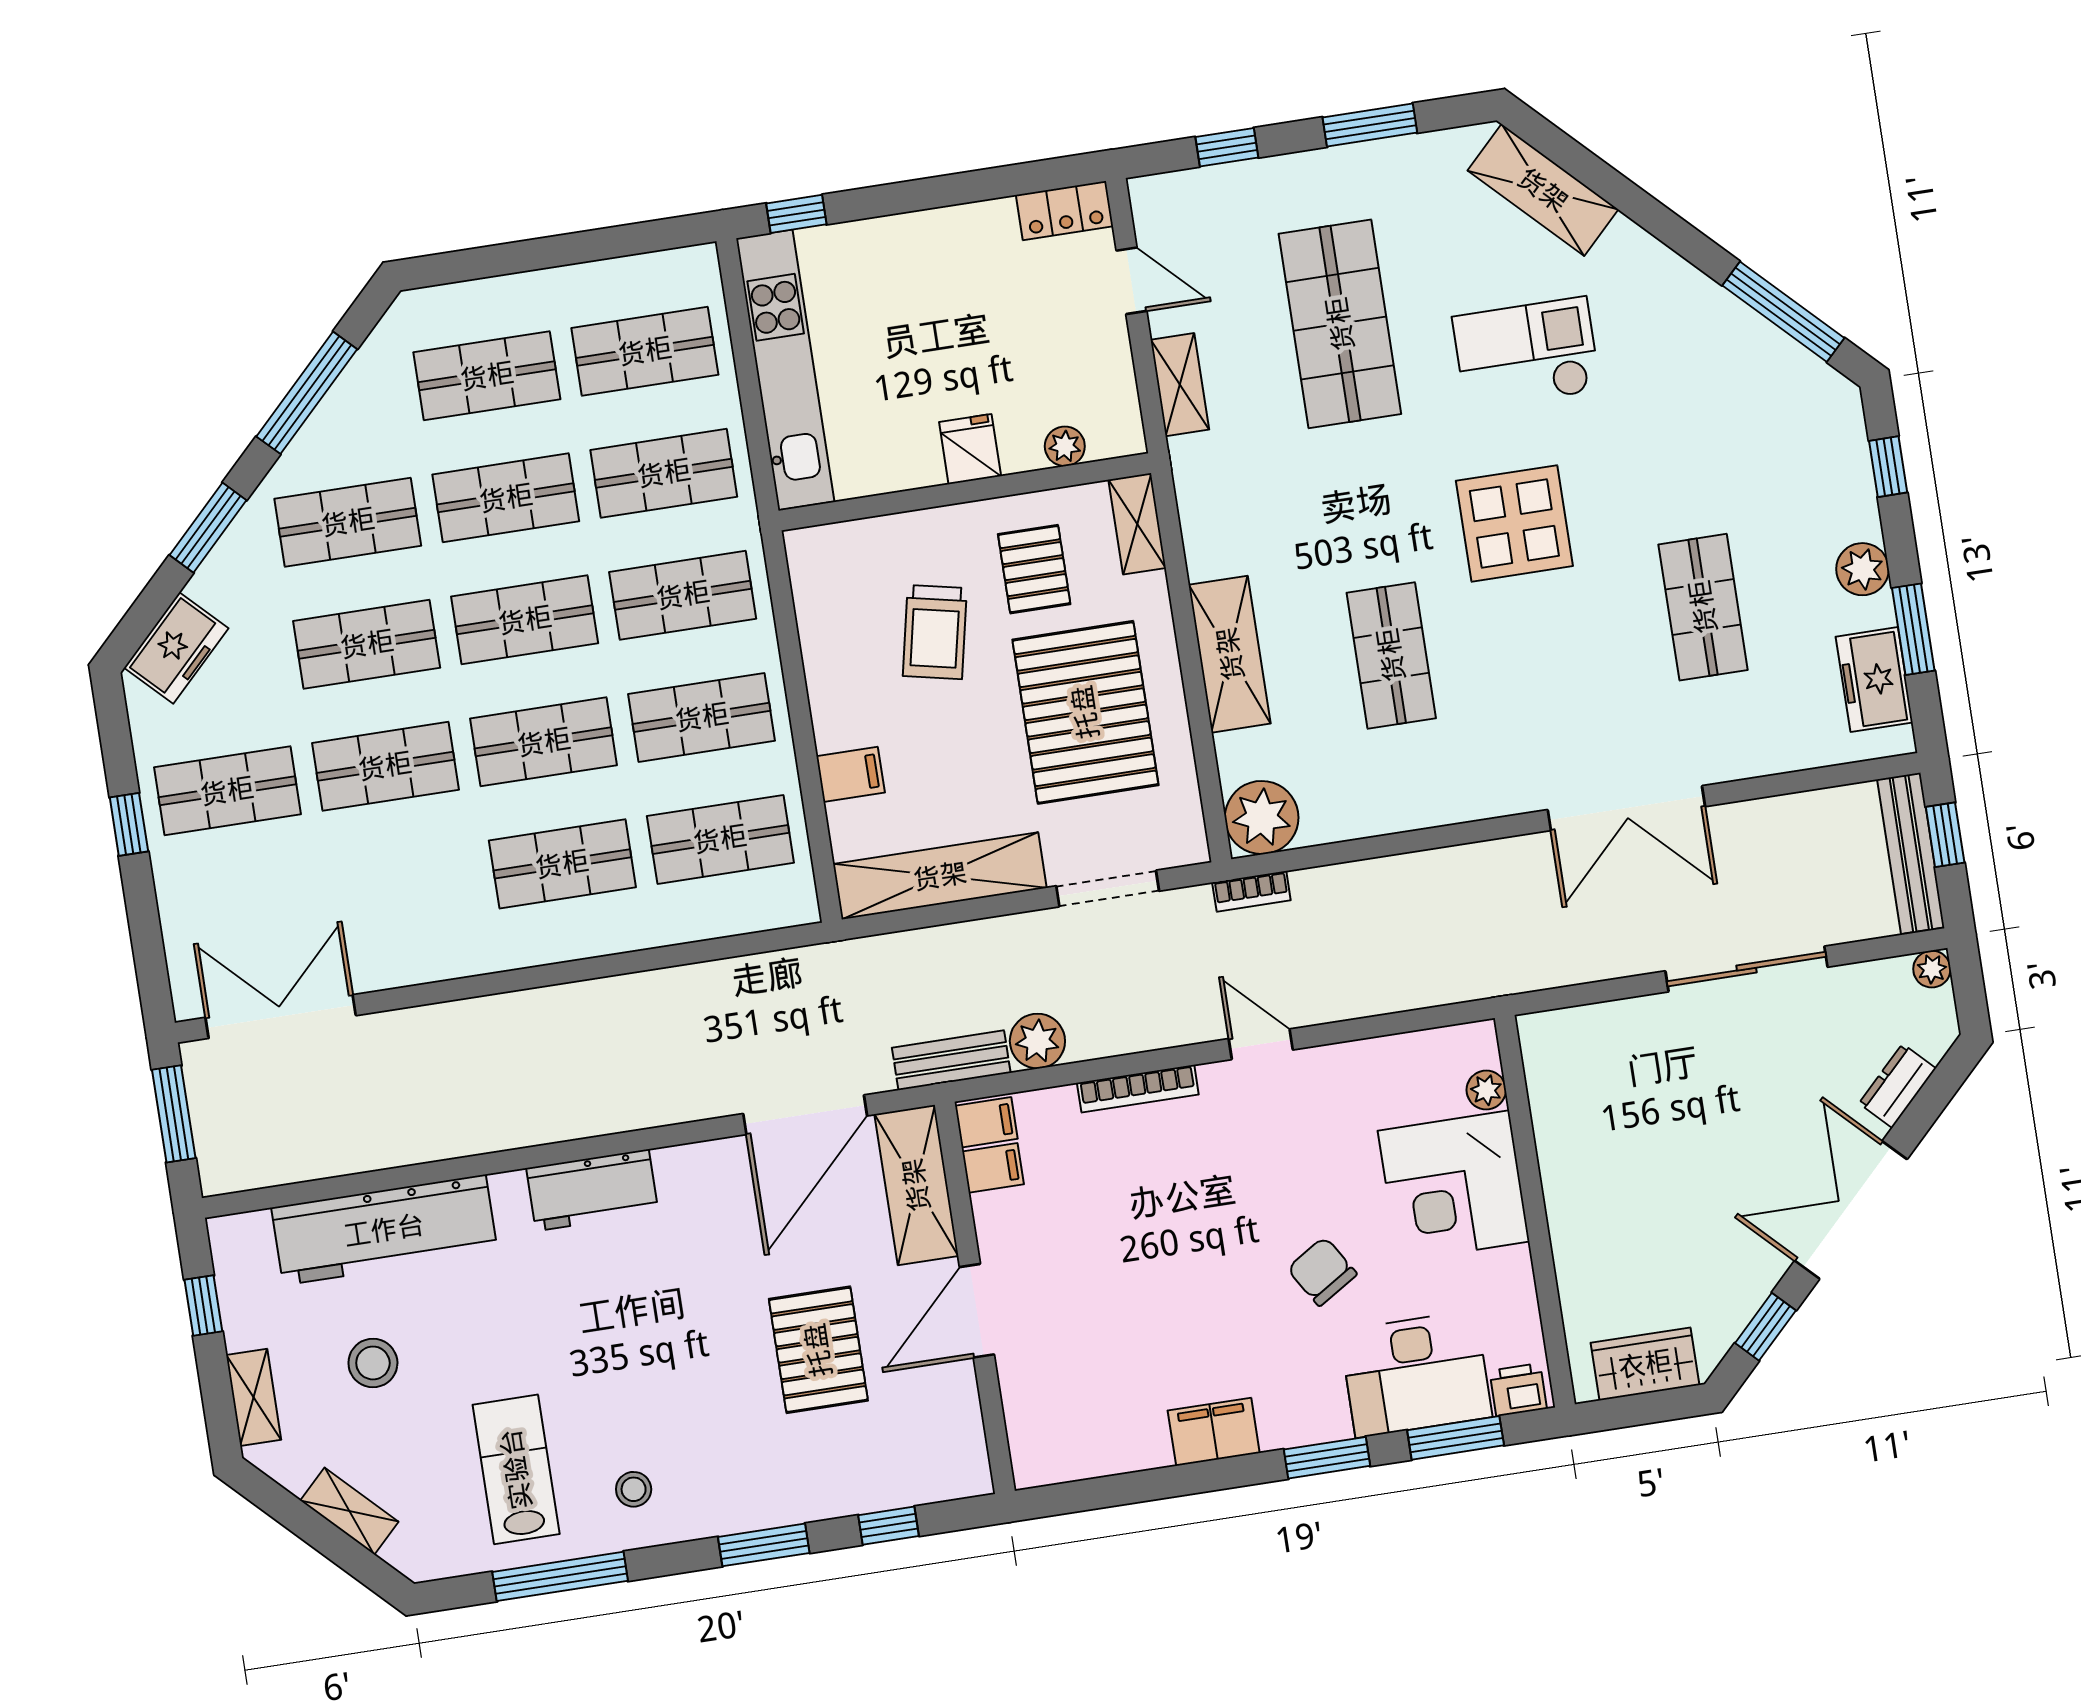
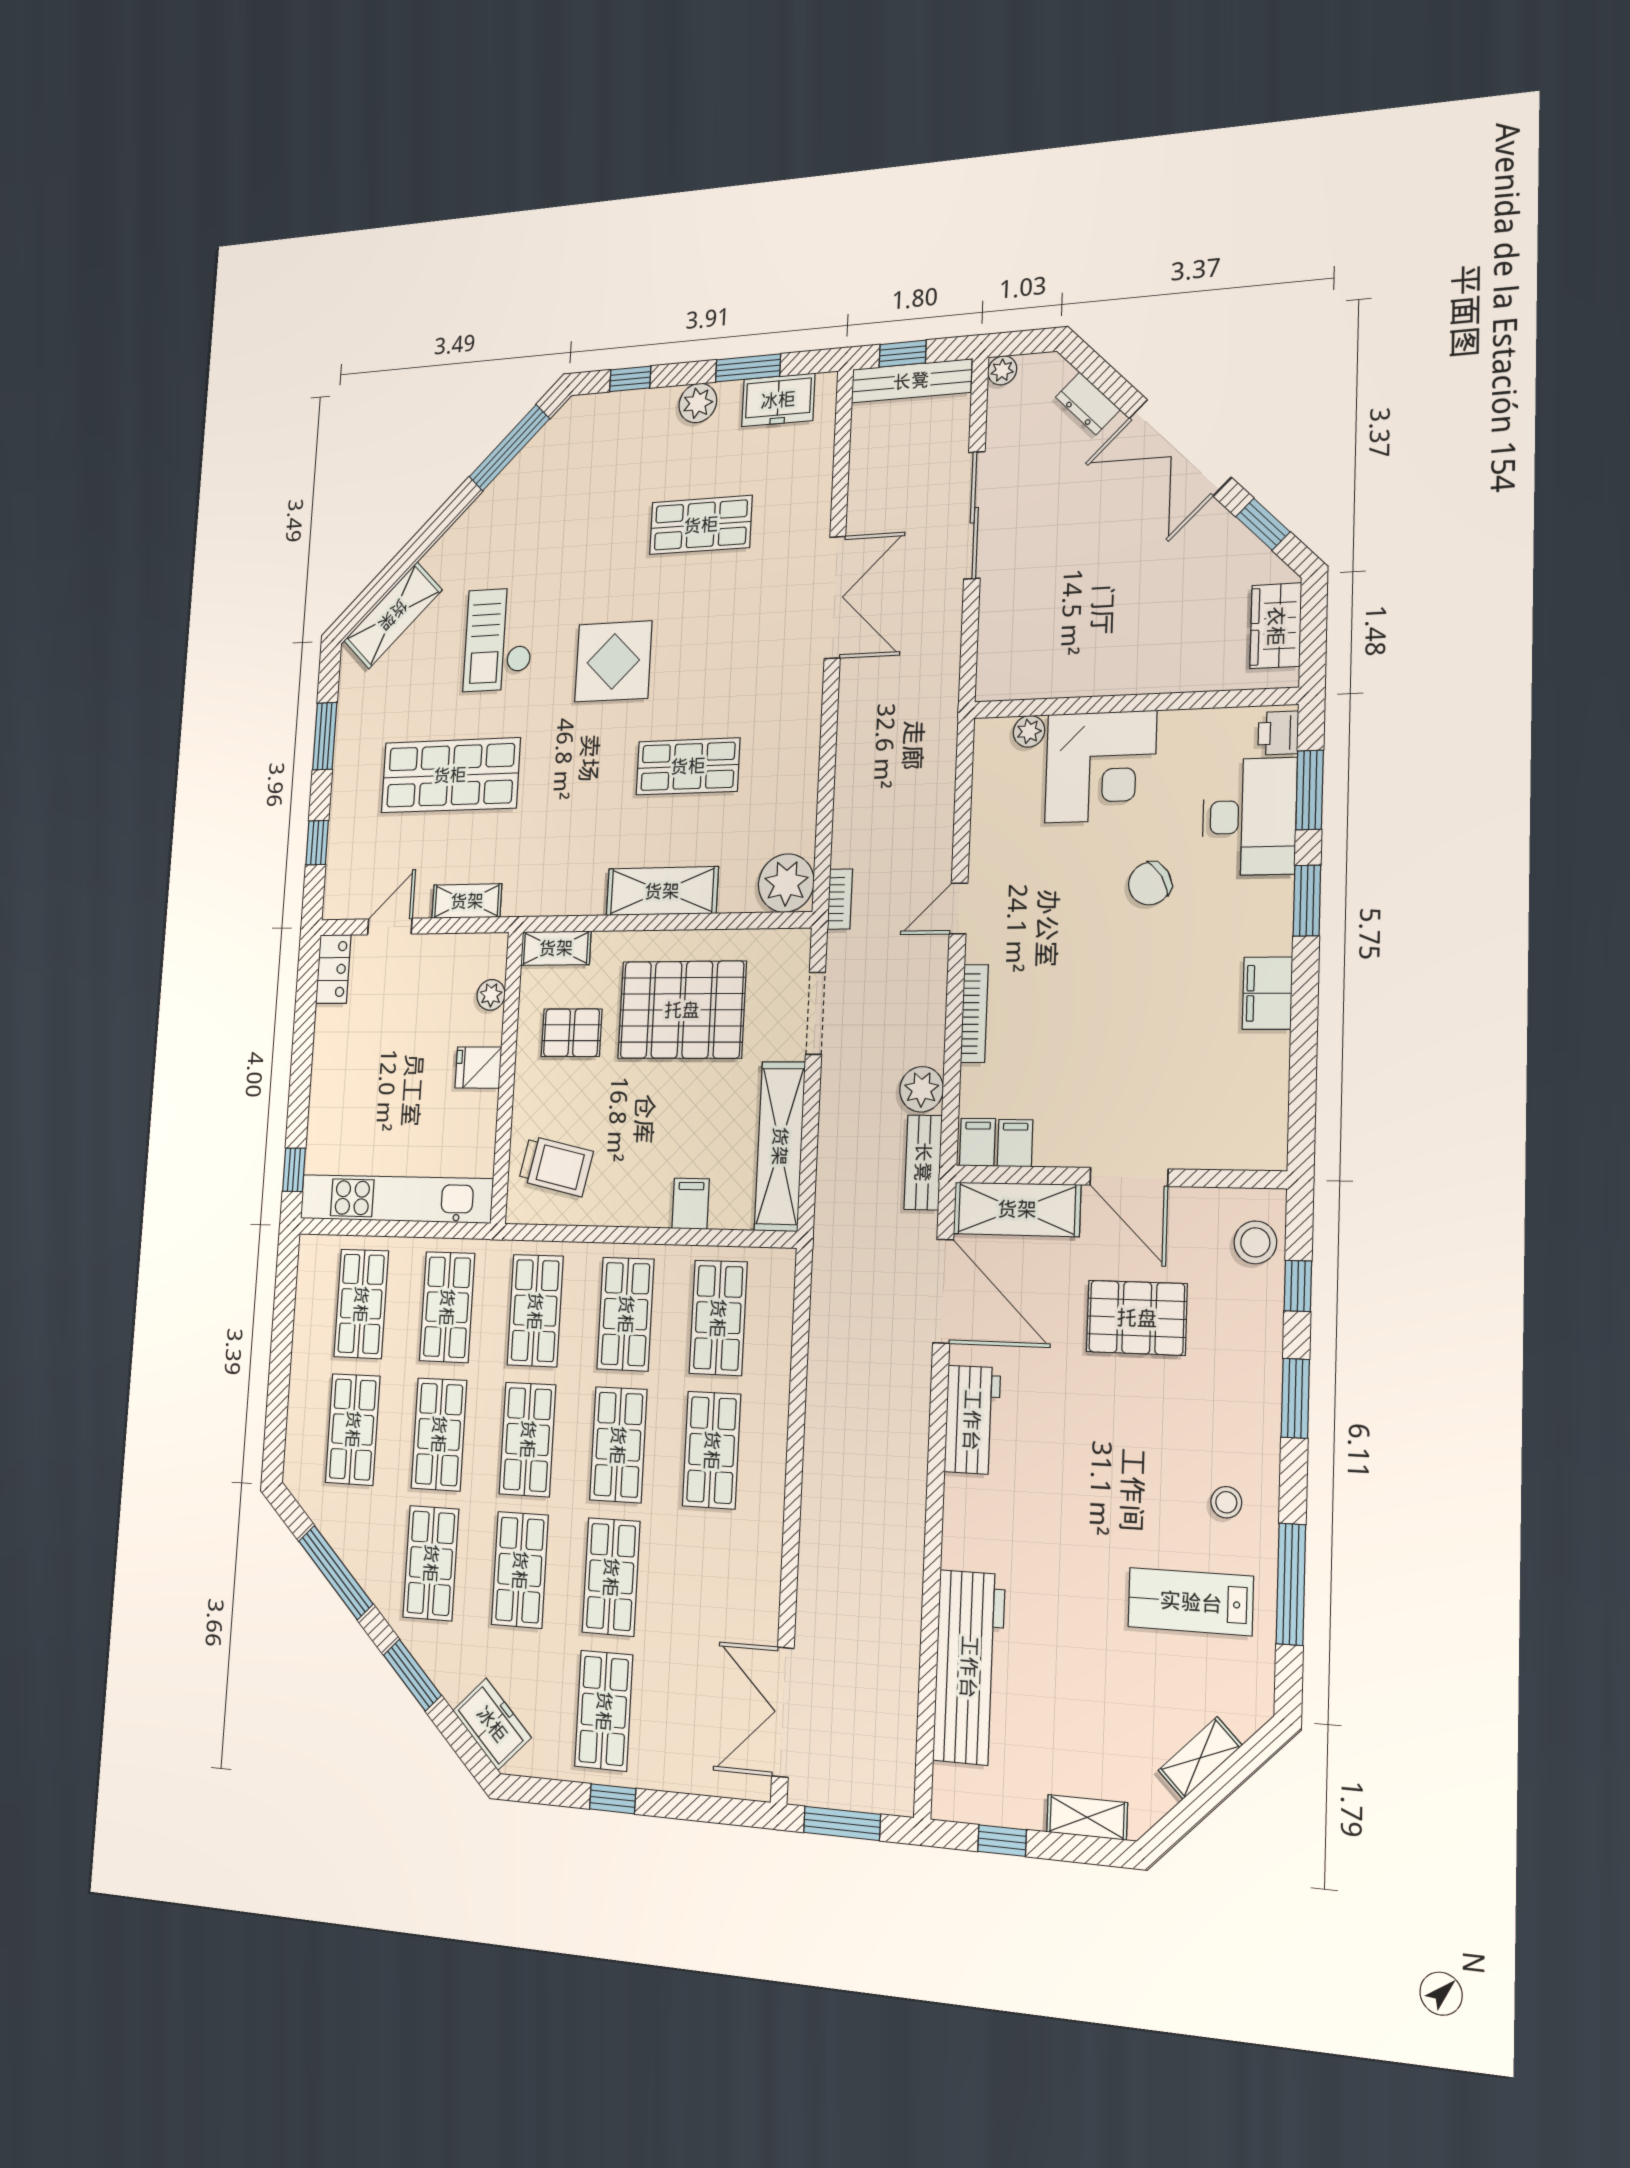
trolley: (935, 632) -> (556, 1166), moved
workbench: (592, 1190) -> (972, 1420), moved
stool: (373, 1363) -> (1255, 1242), moved

